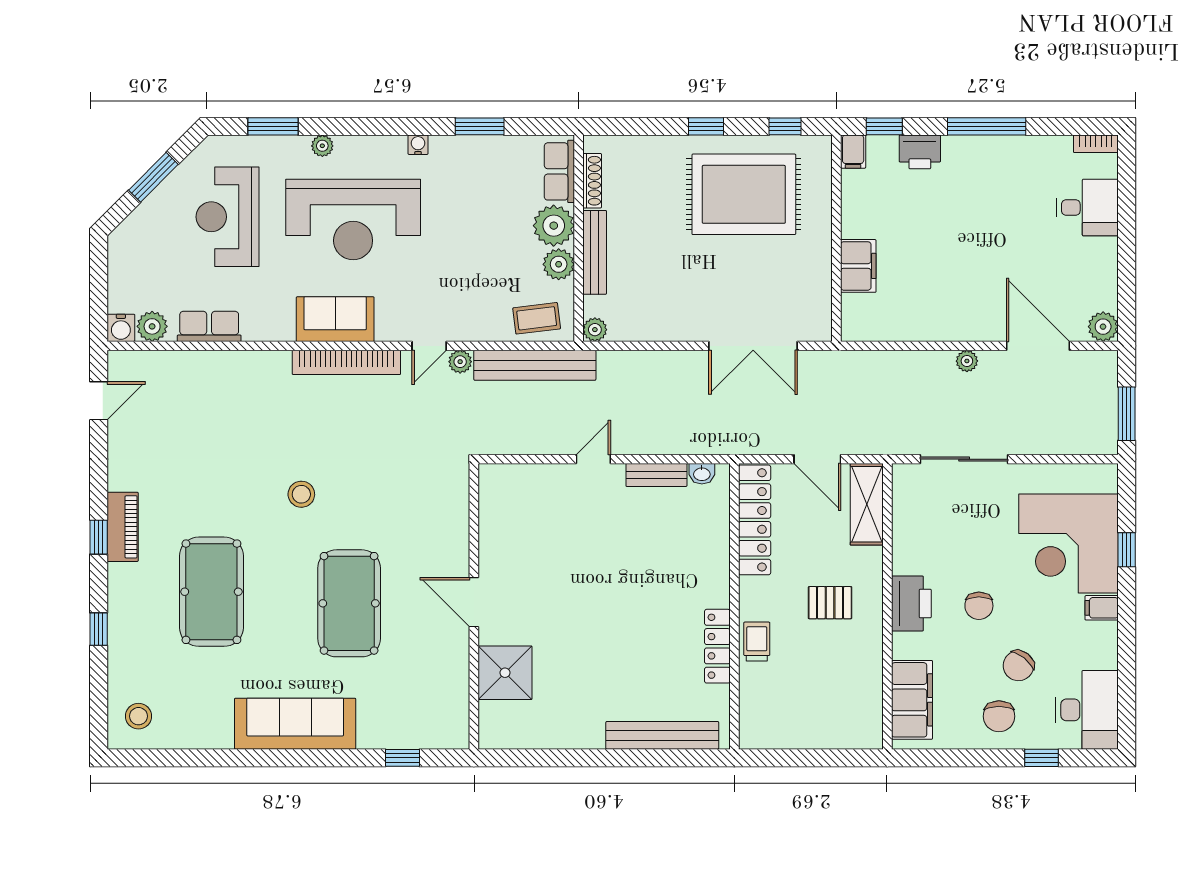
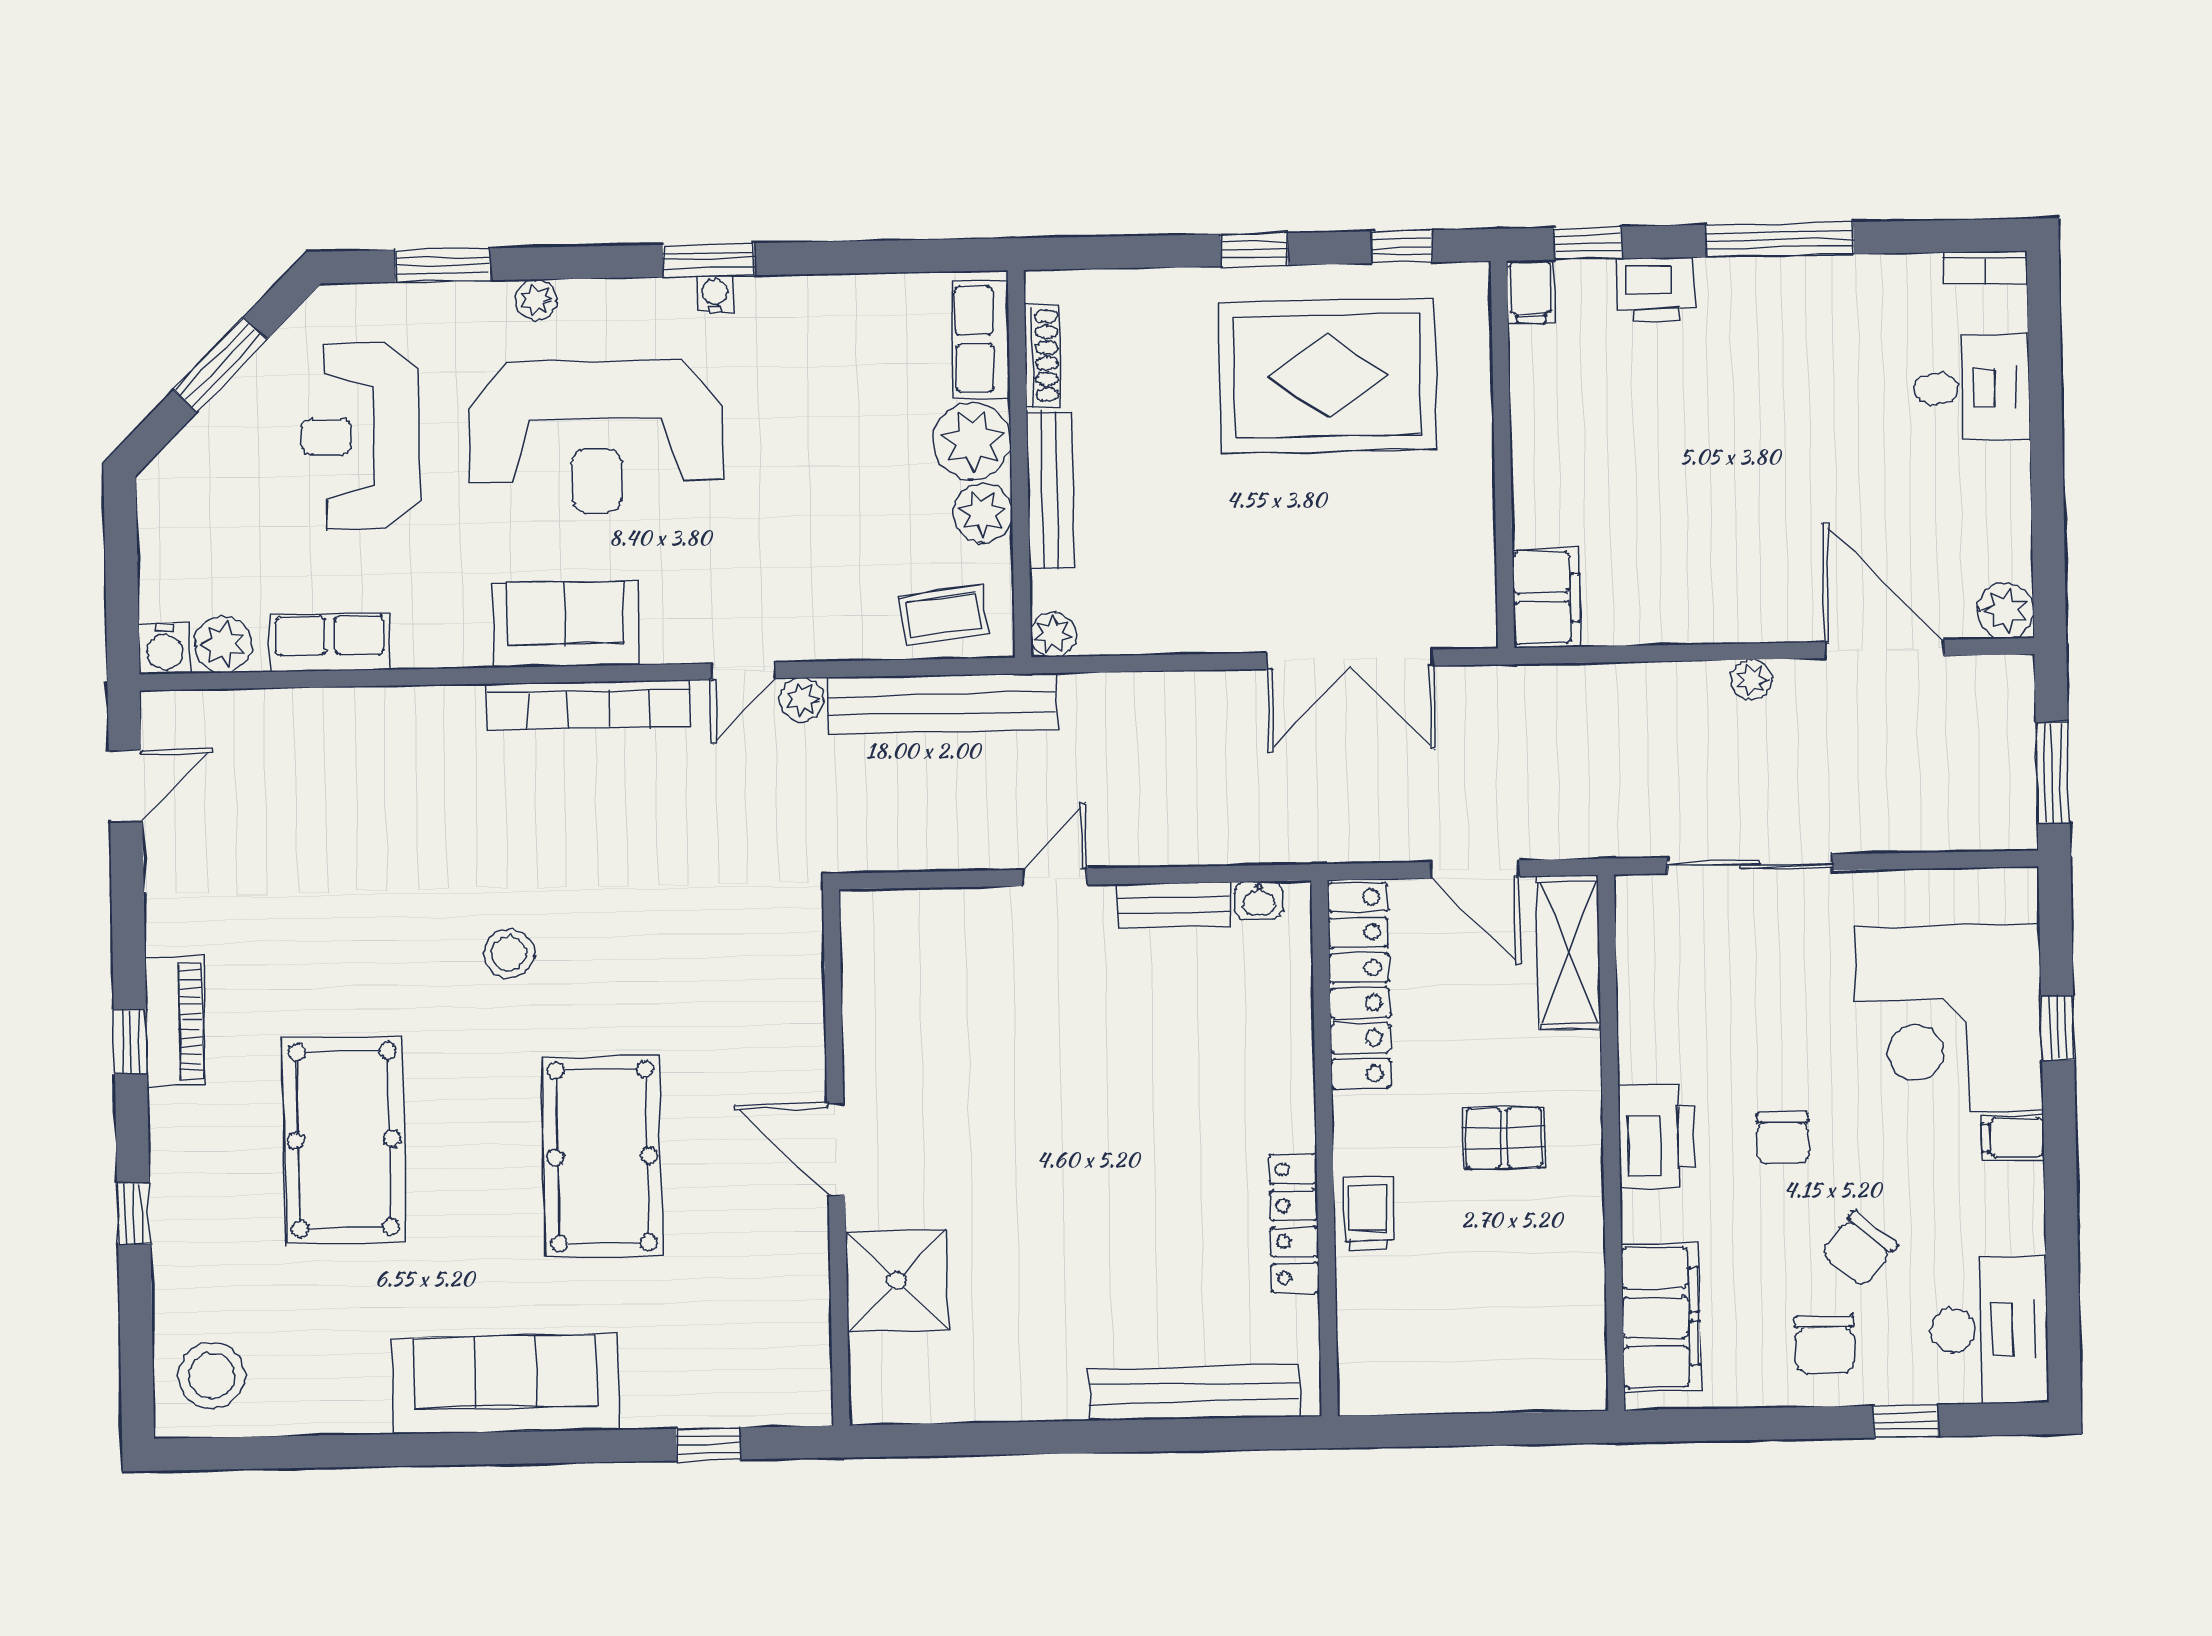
window: (480, 126) -> (709, 260), moved
filing cabinet: (858, 266) -> (1546, 598), moved
stool: (138, 716) -> (212, 1375), width x1.38, depth x1.38

